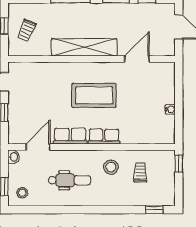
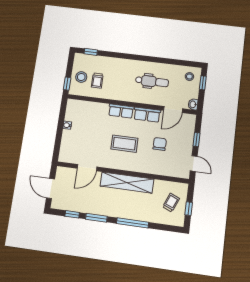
coffee table: (94, 95) -> (124, 144), width x0.73, depth x0.76
chair: (50, 101) -> (160, 144), added
stool: (111, 167) -> (81, 77), moved
dental chair: (69, 180) -> (152, 81), turned 180

